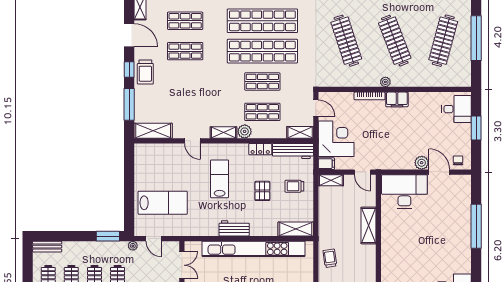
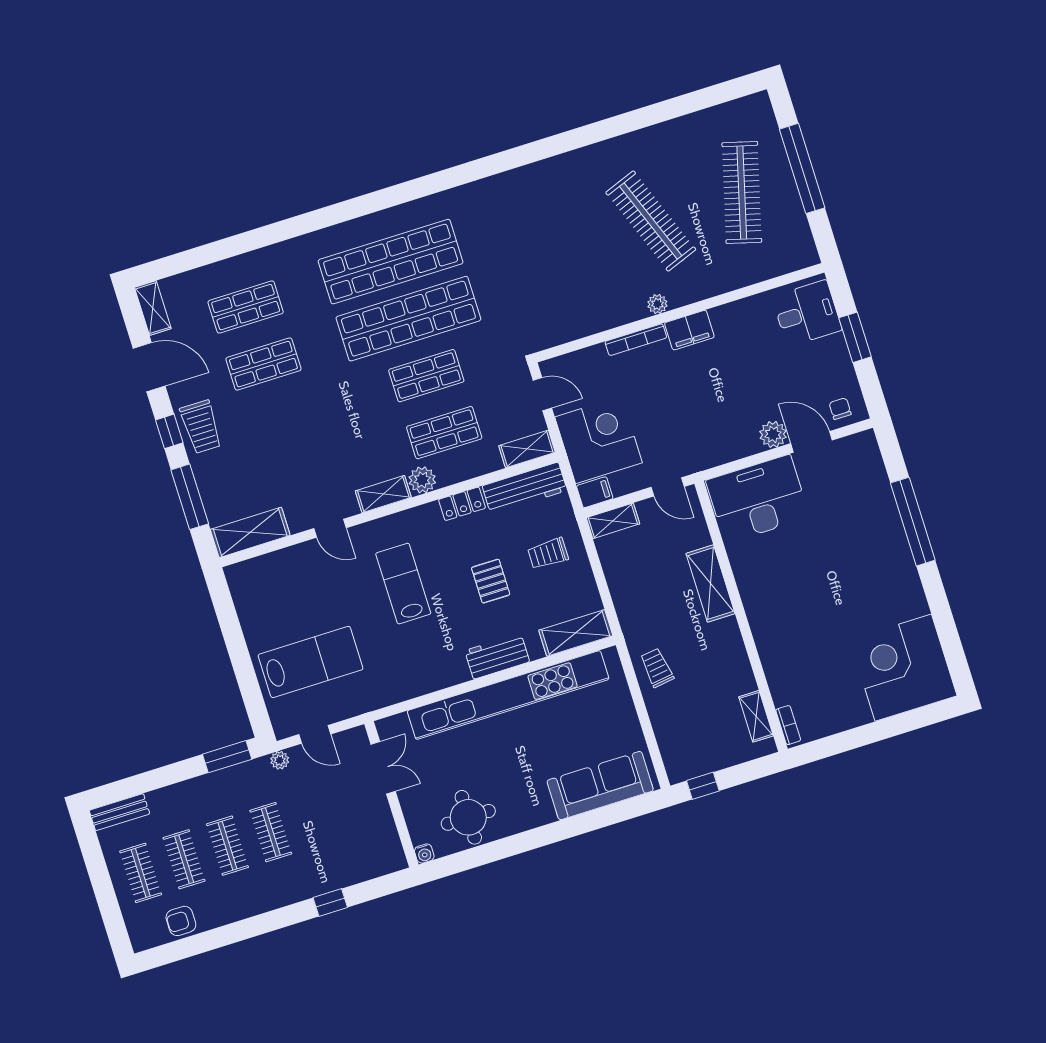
clothes rail: (346, 41) -> (560, 250), removed
workbench: (234, 228) -> (497, 656), moved

